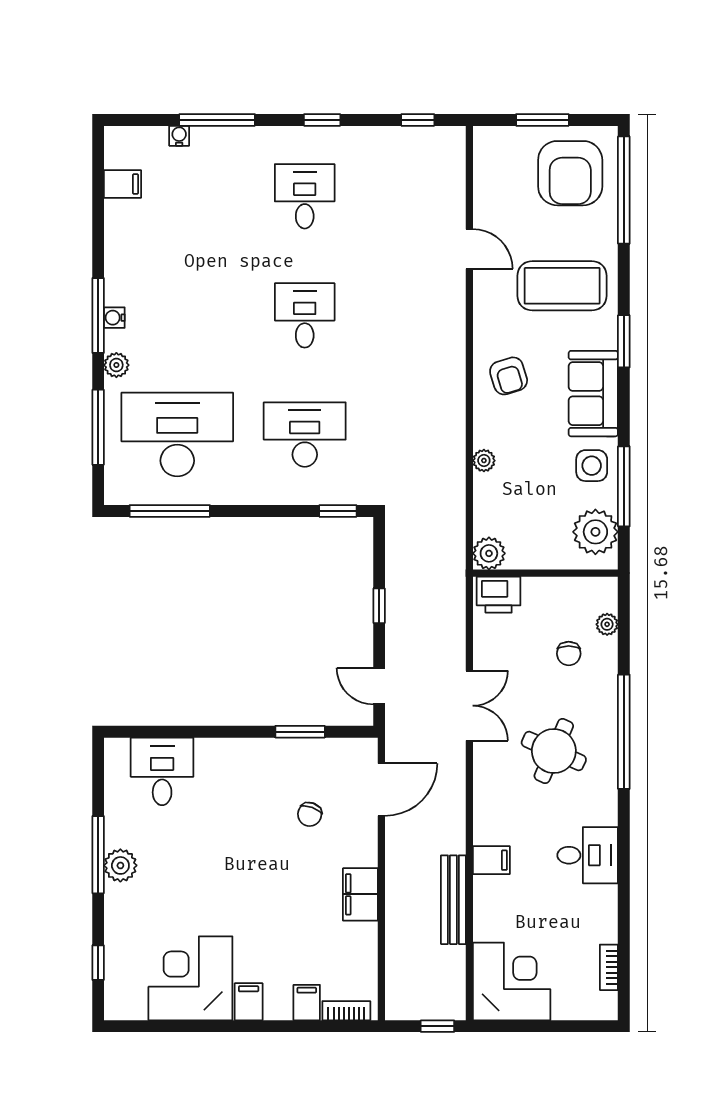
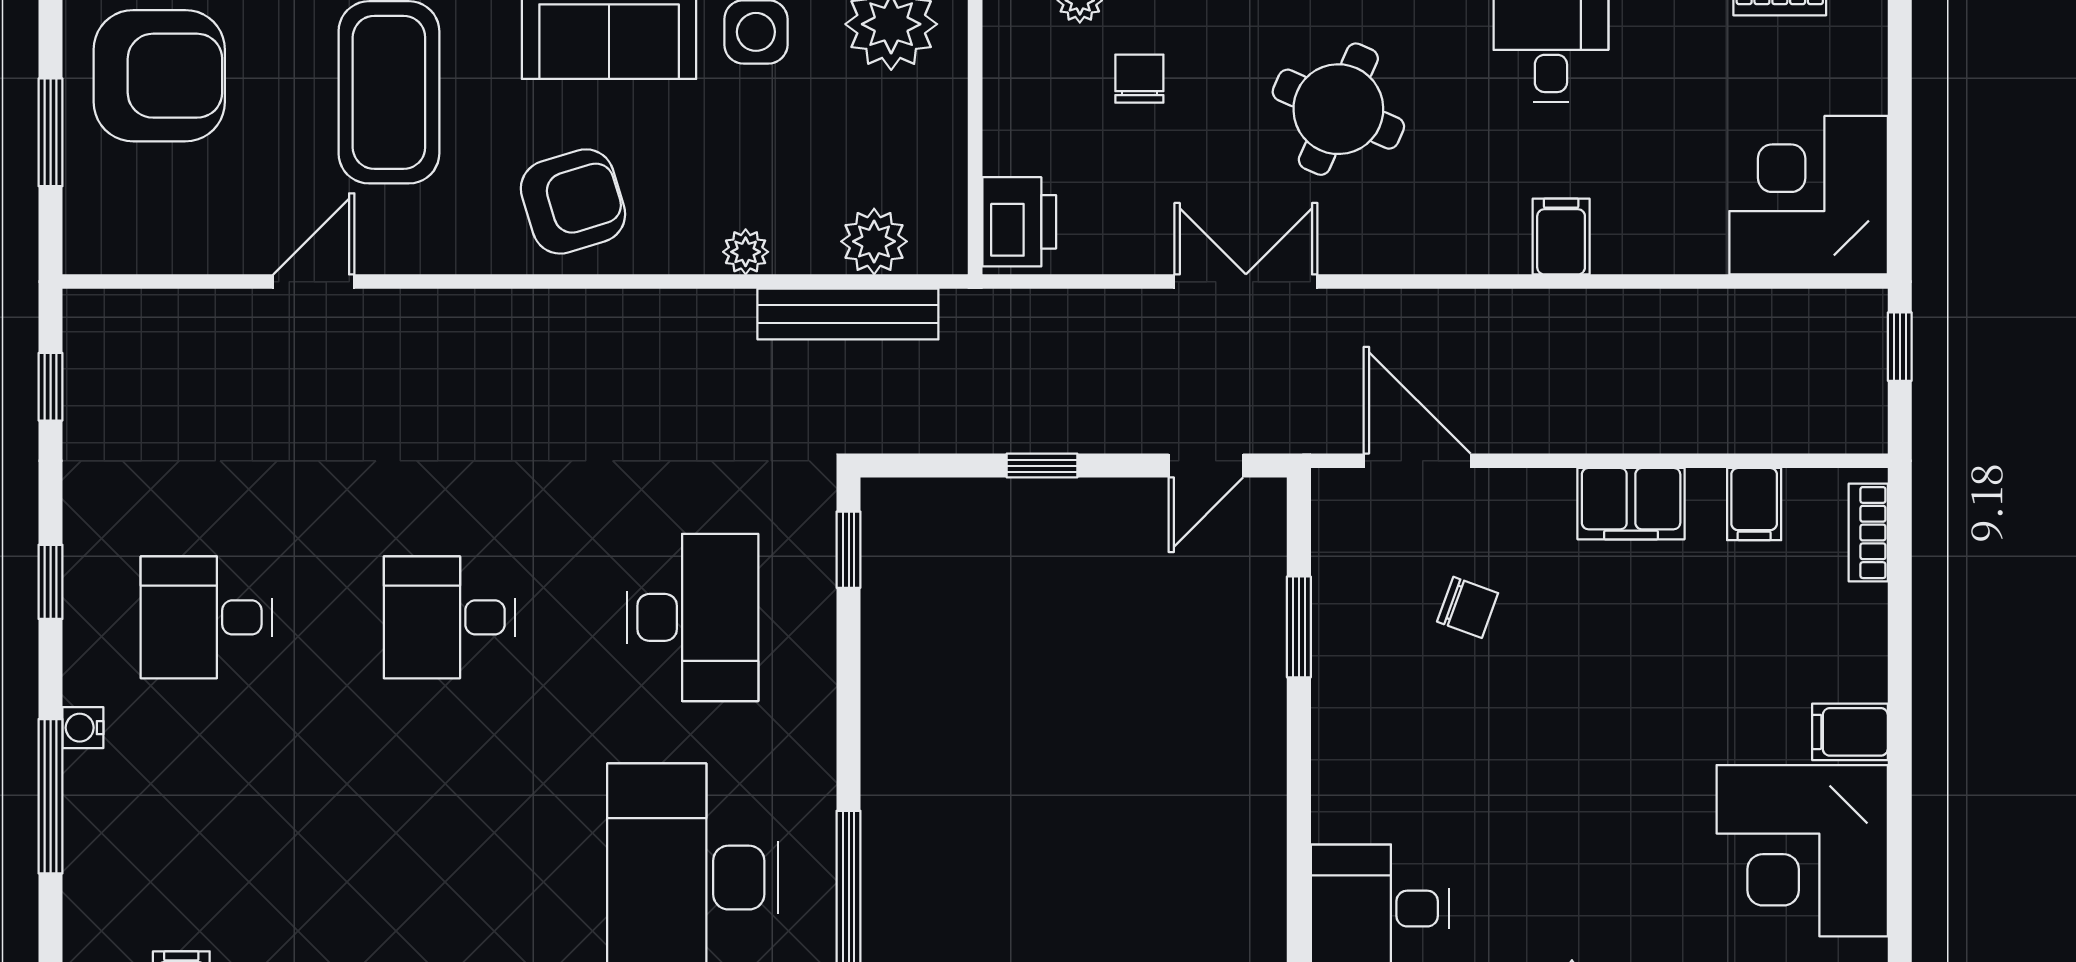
water cooler: (179, 136) -> (83, 728), moved
armchair: (509, 376) -> (573, 201), width x1.38, depth x1.38
desk: (305, 435) -> (693, 617), turned 180
plant: (489, 553) -> (874, 241), moved
chair: (569, 654) -> (1139, 79), turned -90
bench: (453, 900) -> (848, 314), moved
filing cabinet: (307, 1003) -> (1754, 504), moved, turned -90

